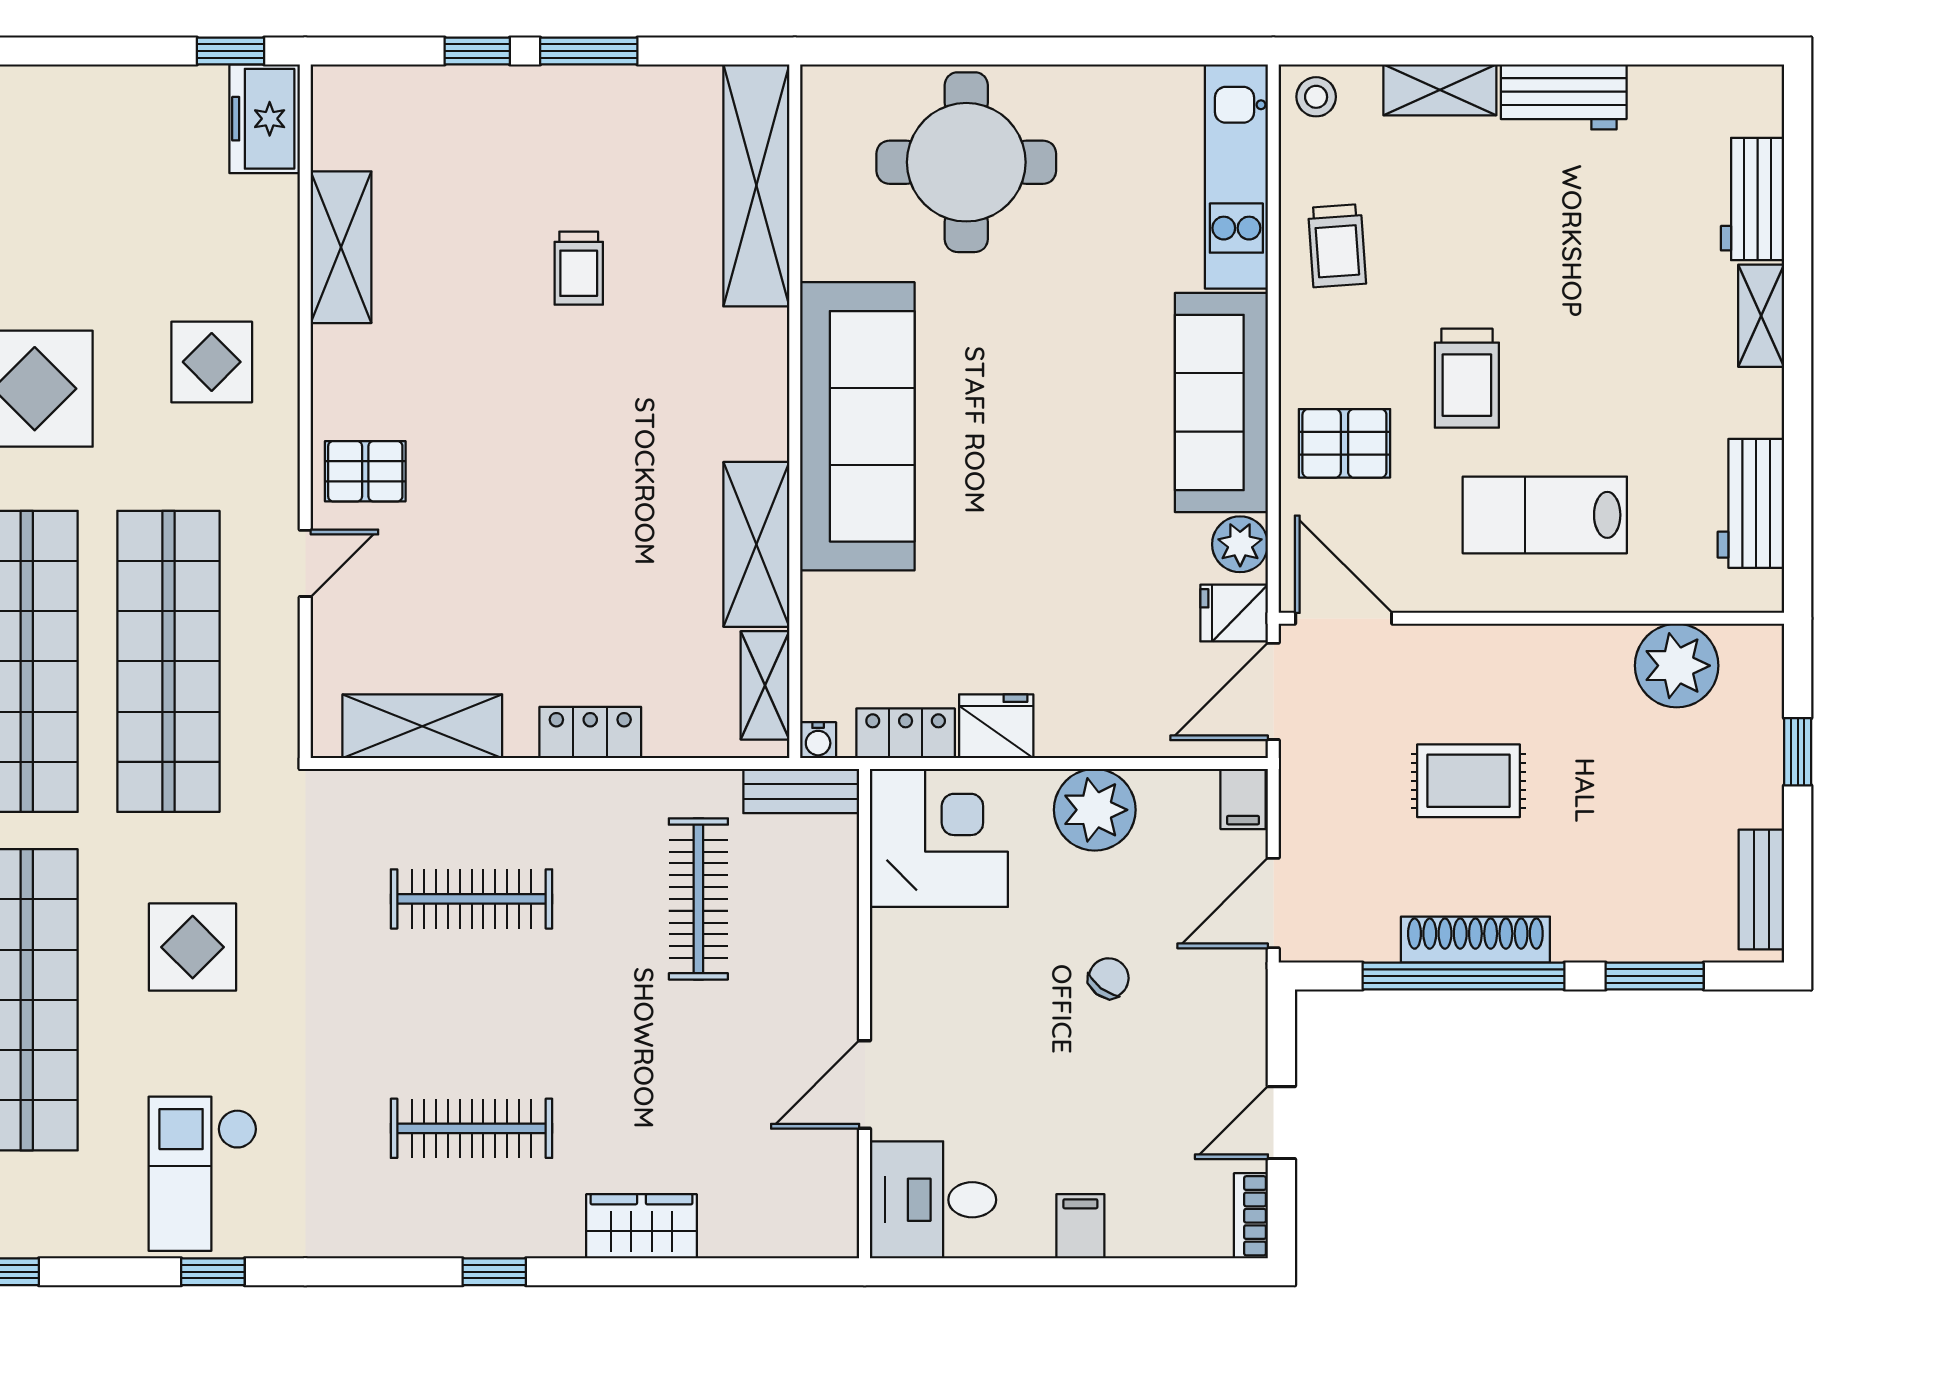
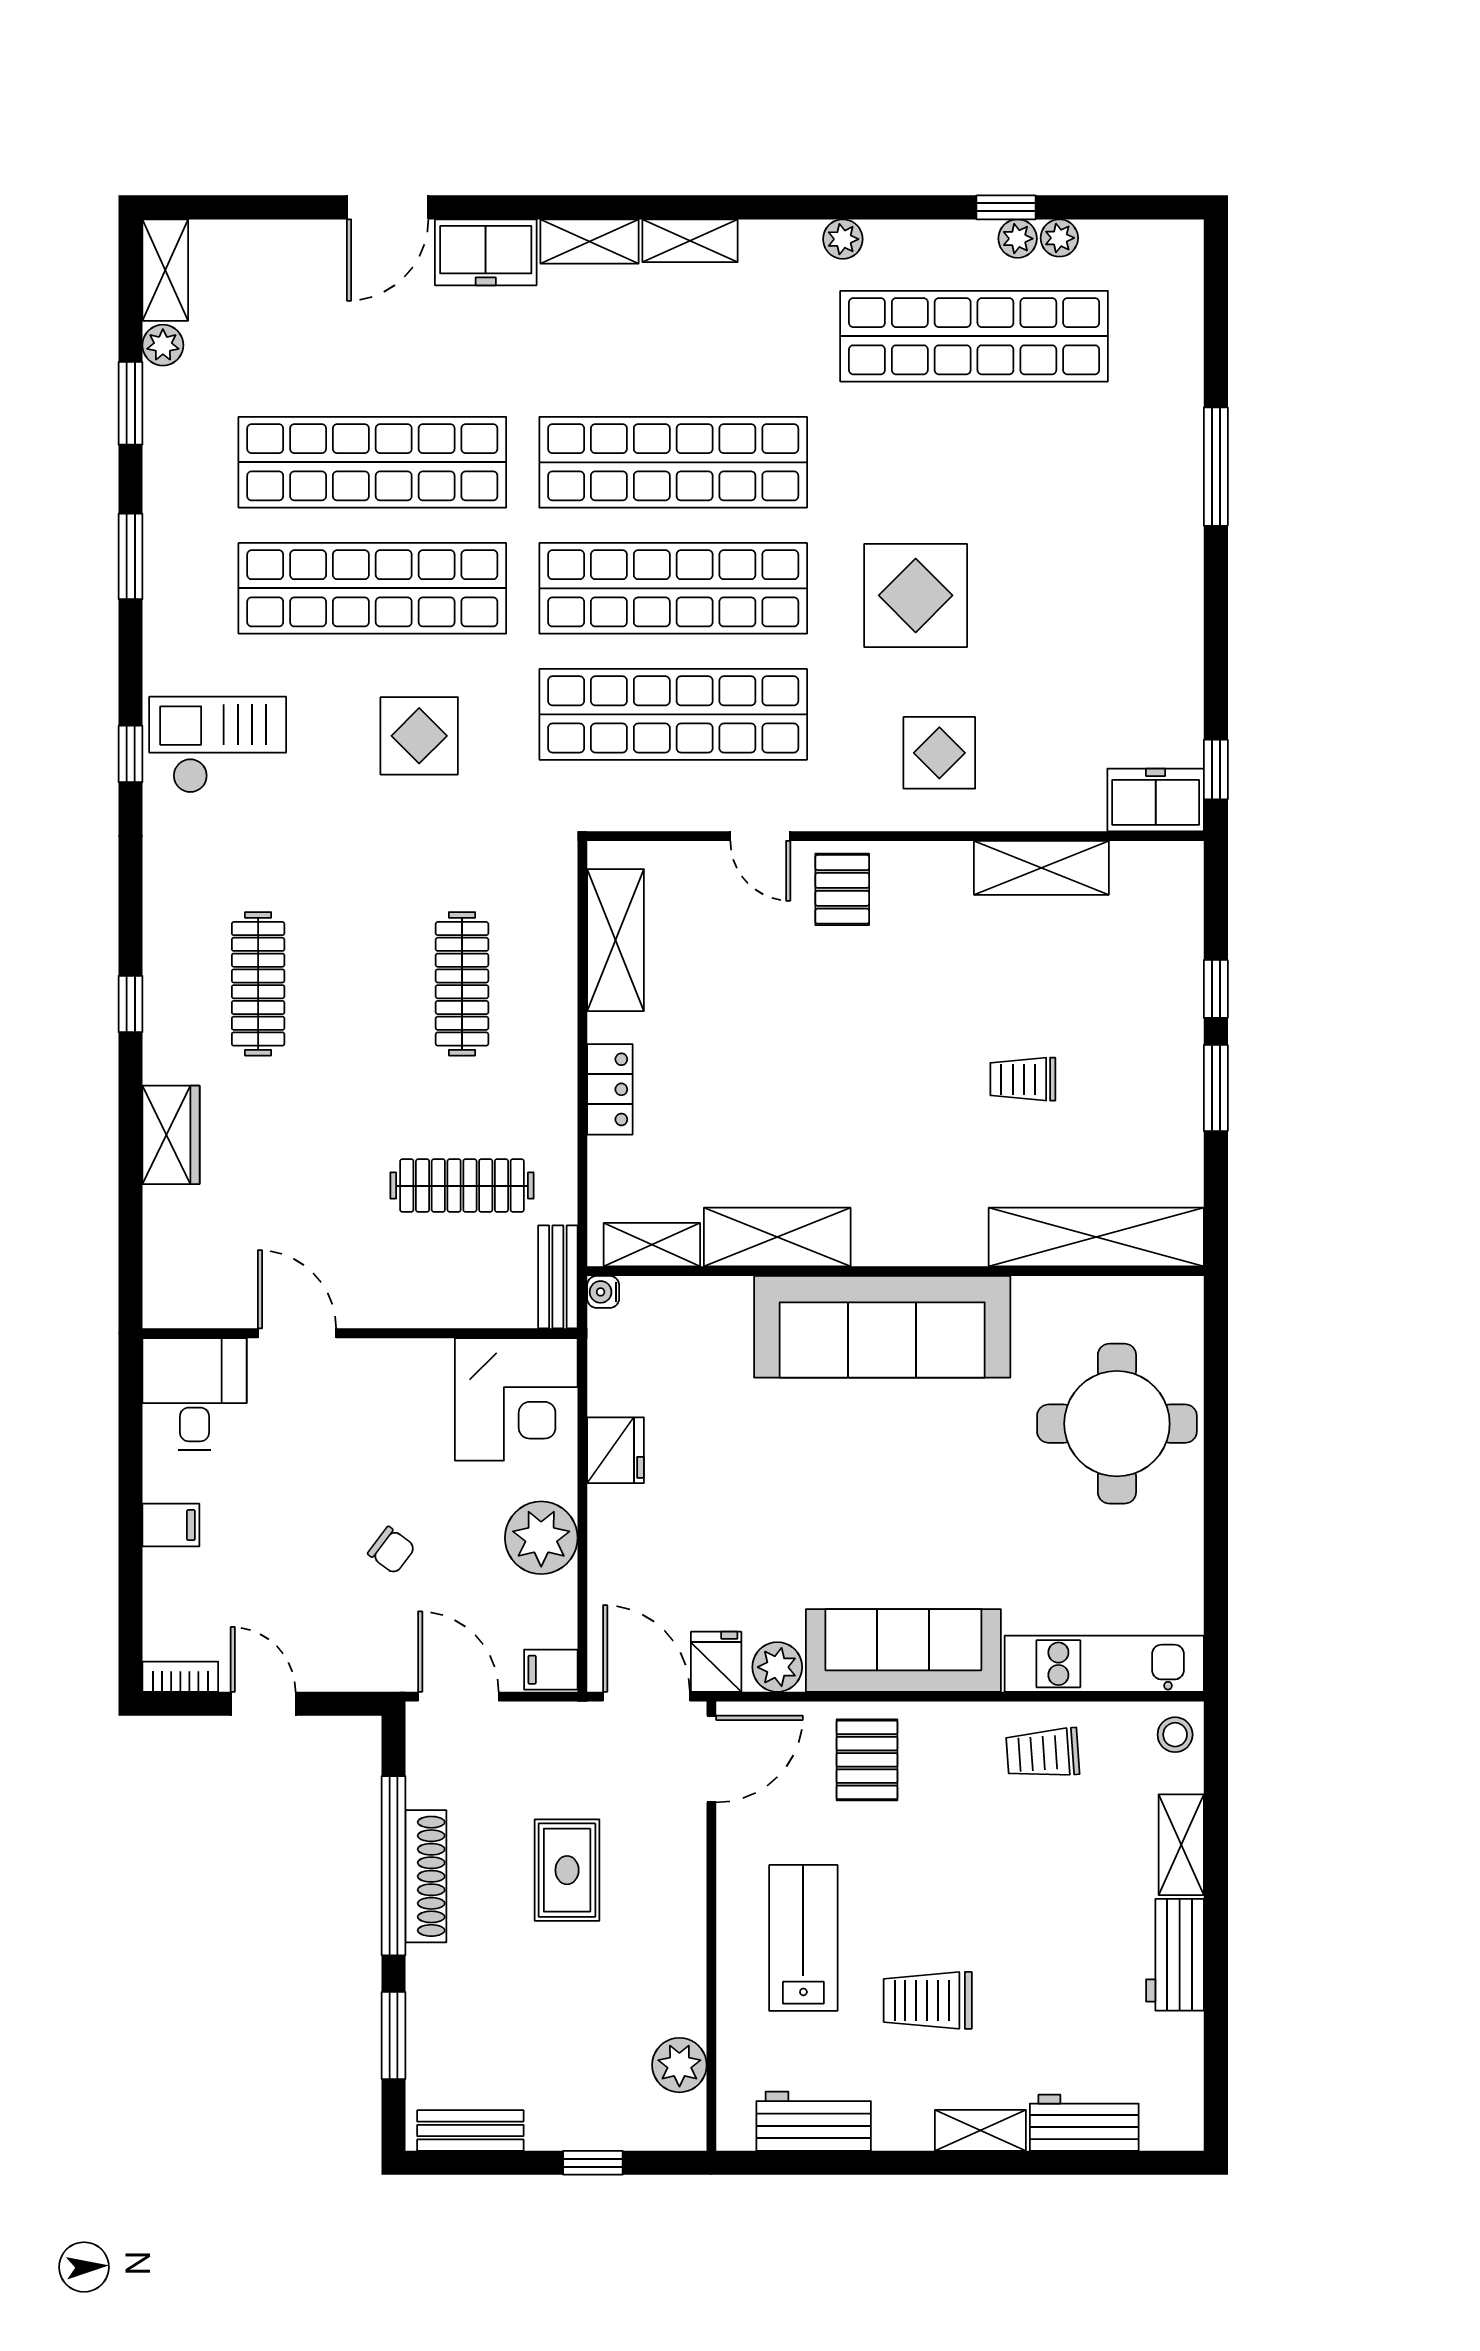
trolley: (1467, 378) -> (928, 2000), moved
plant: (1677, 666) -> (679, 2065), width x0.73, depth x0.73
locker: (906, 733) -> (609, 1370), removed

